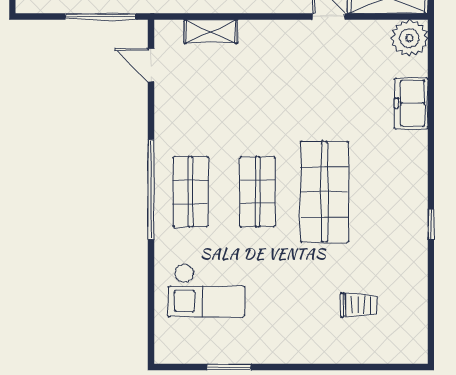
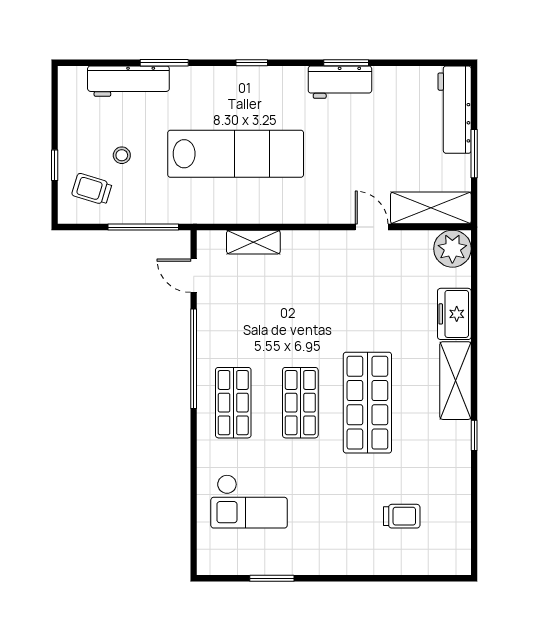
shelving: (412, 170) -> (456, 381), added
window: (151, 190) -> (194, 359), moved

